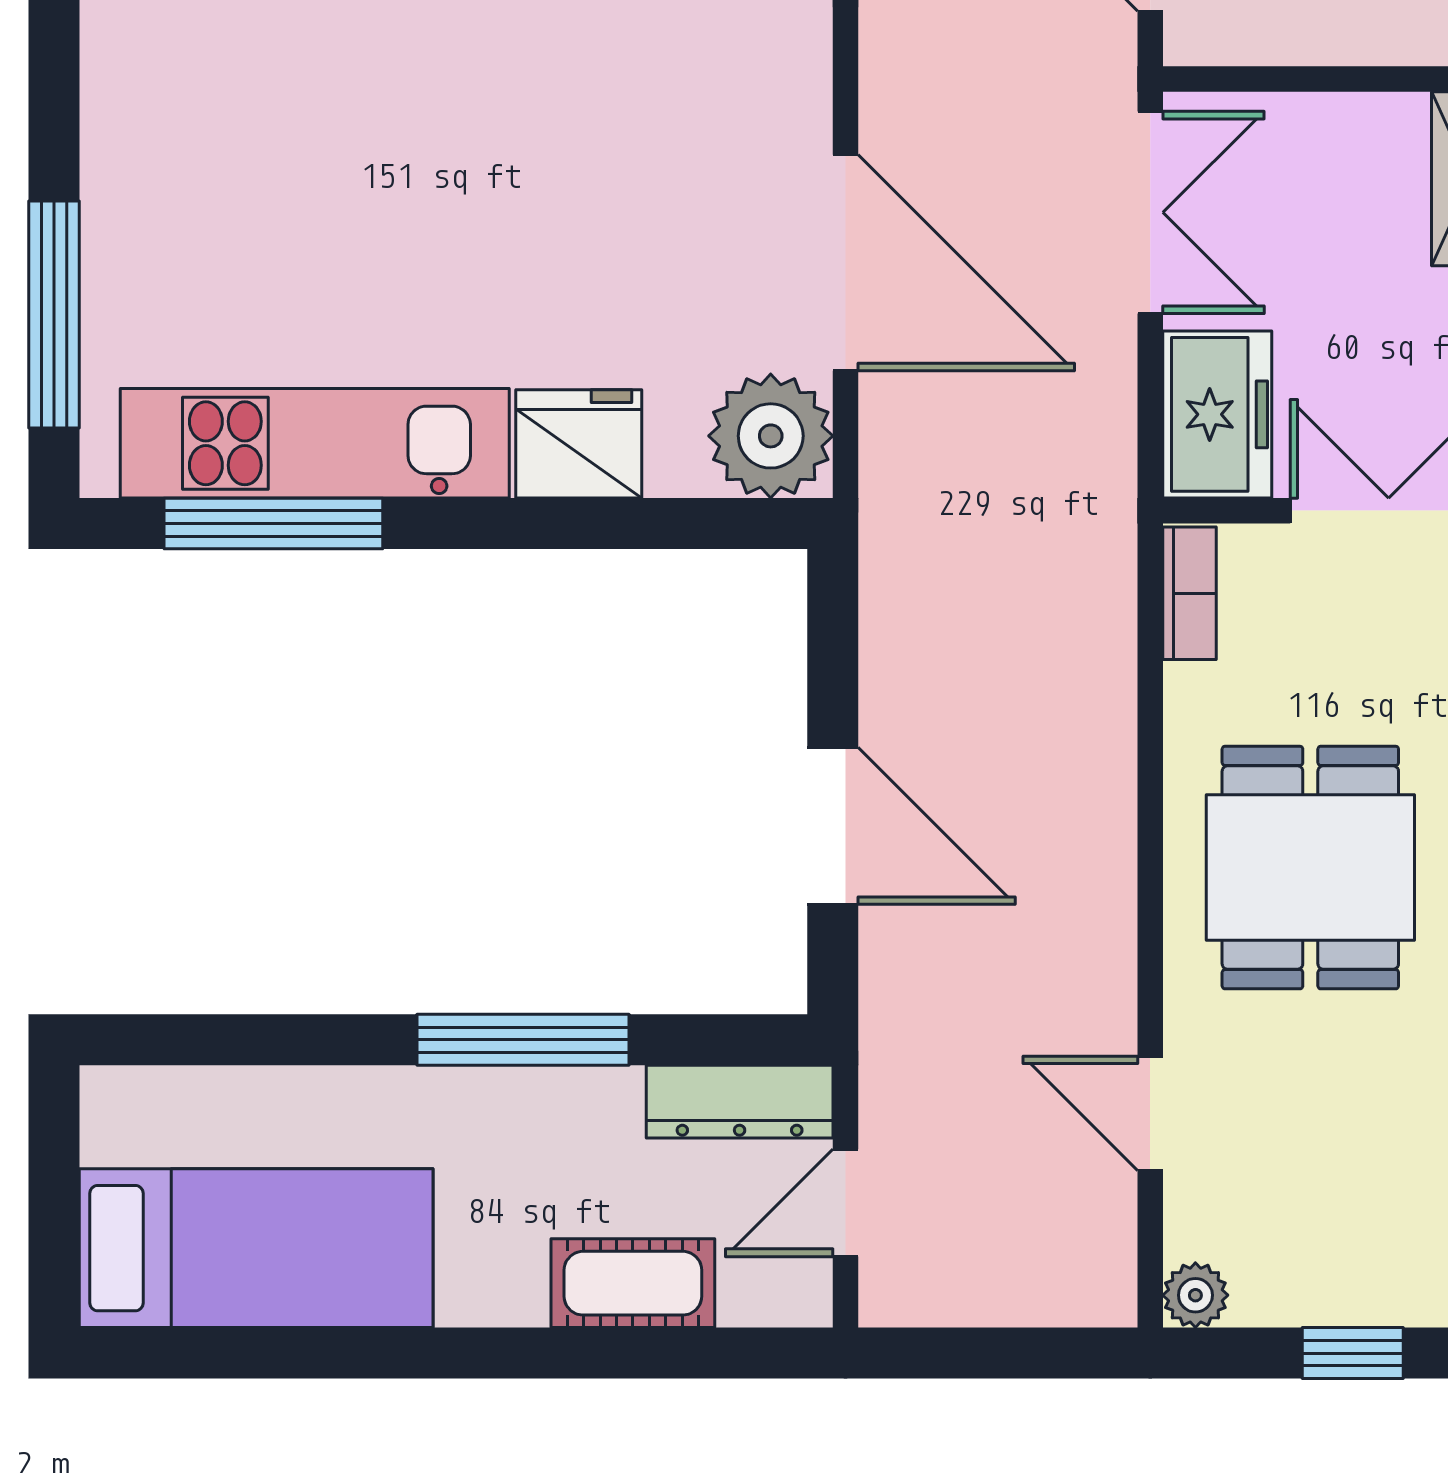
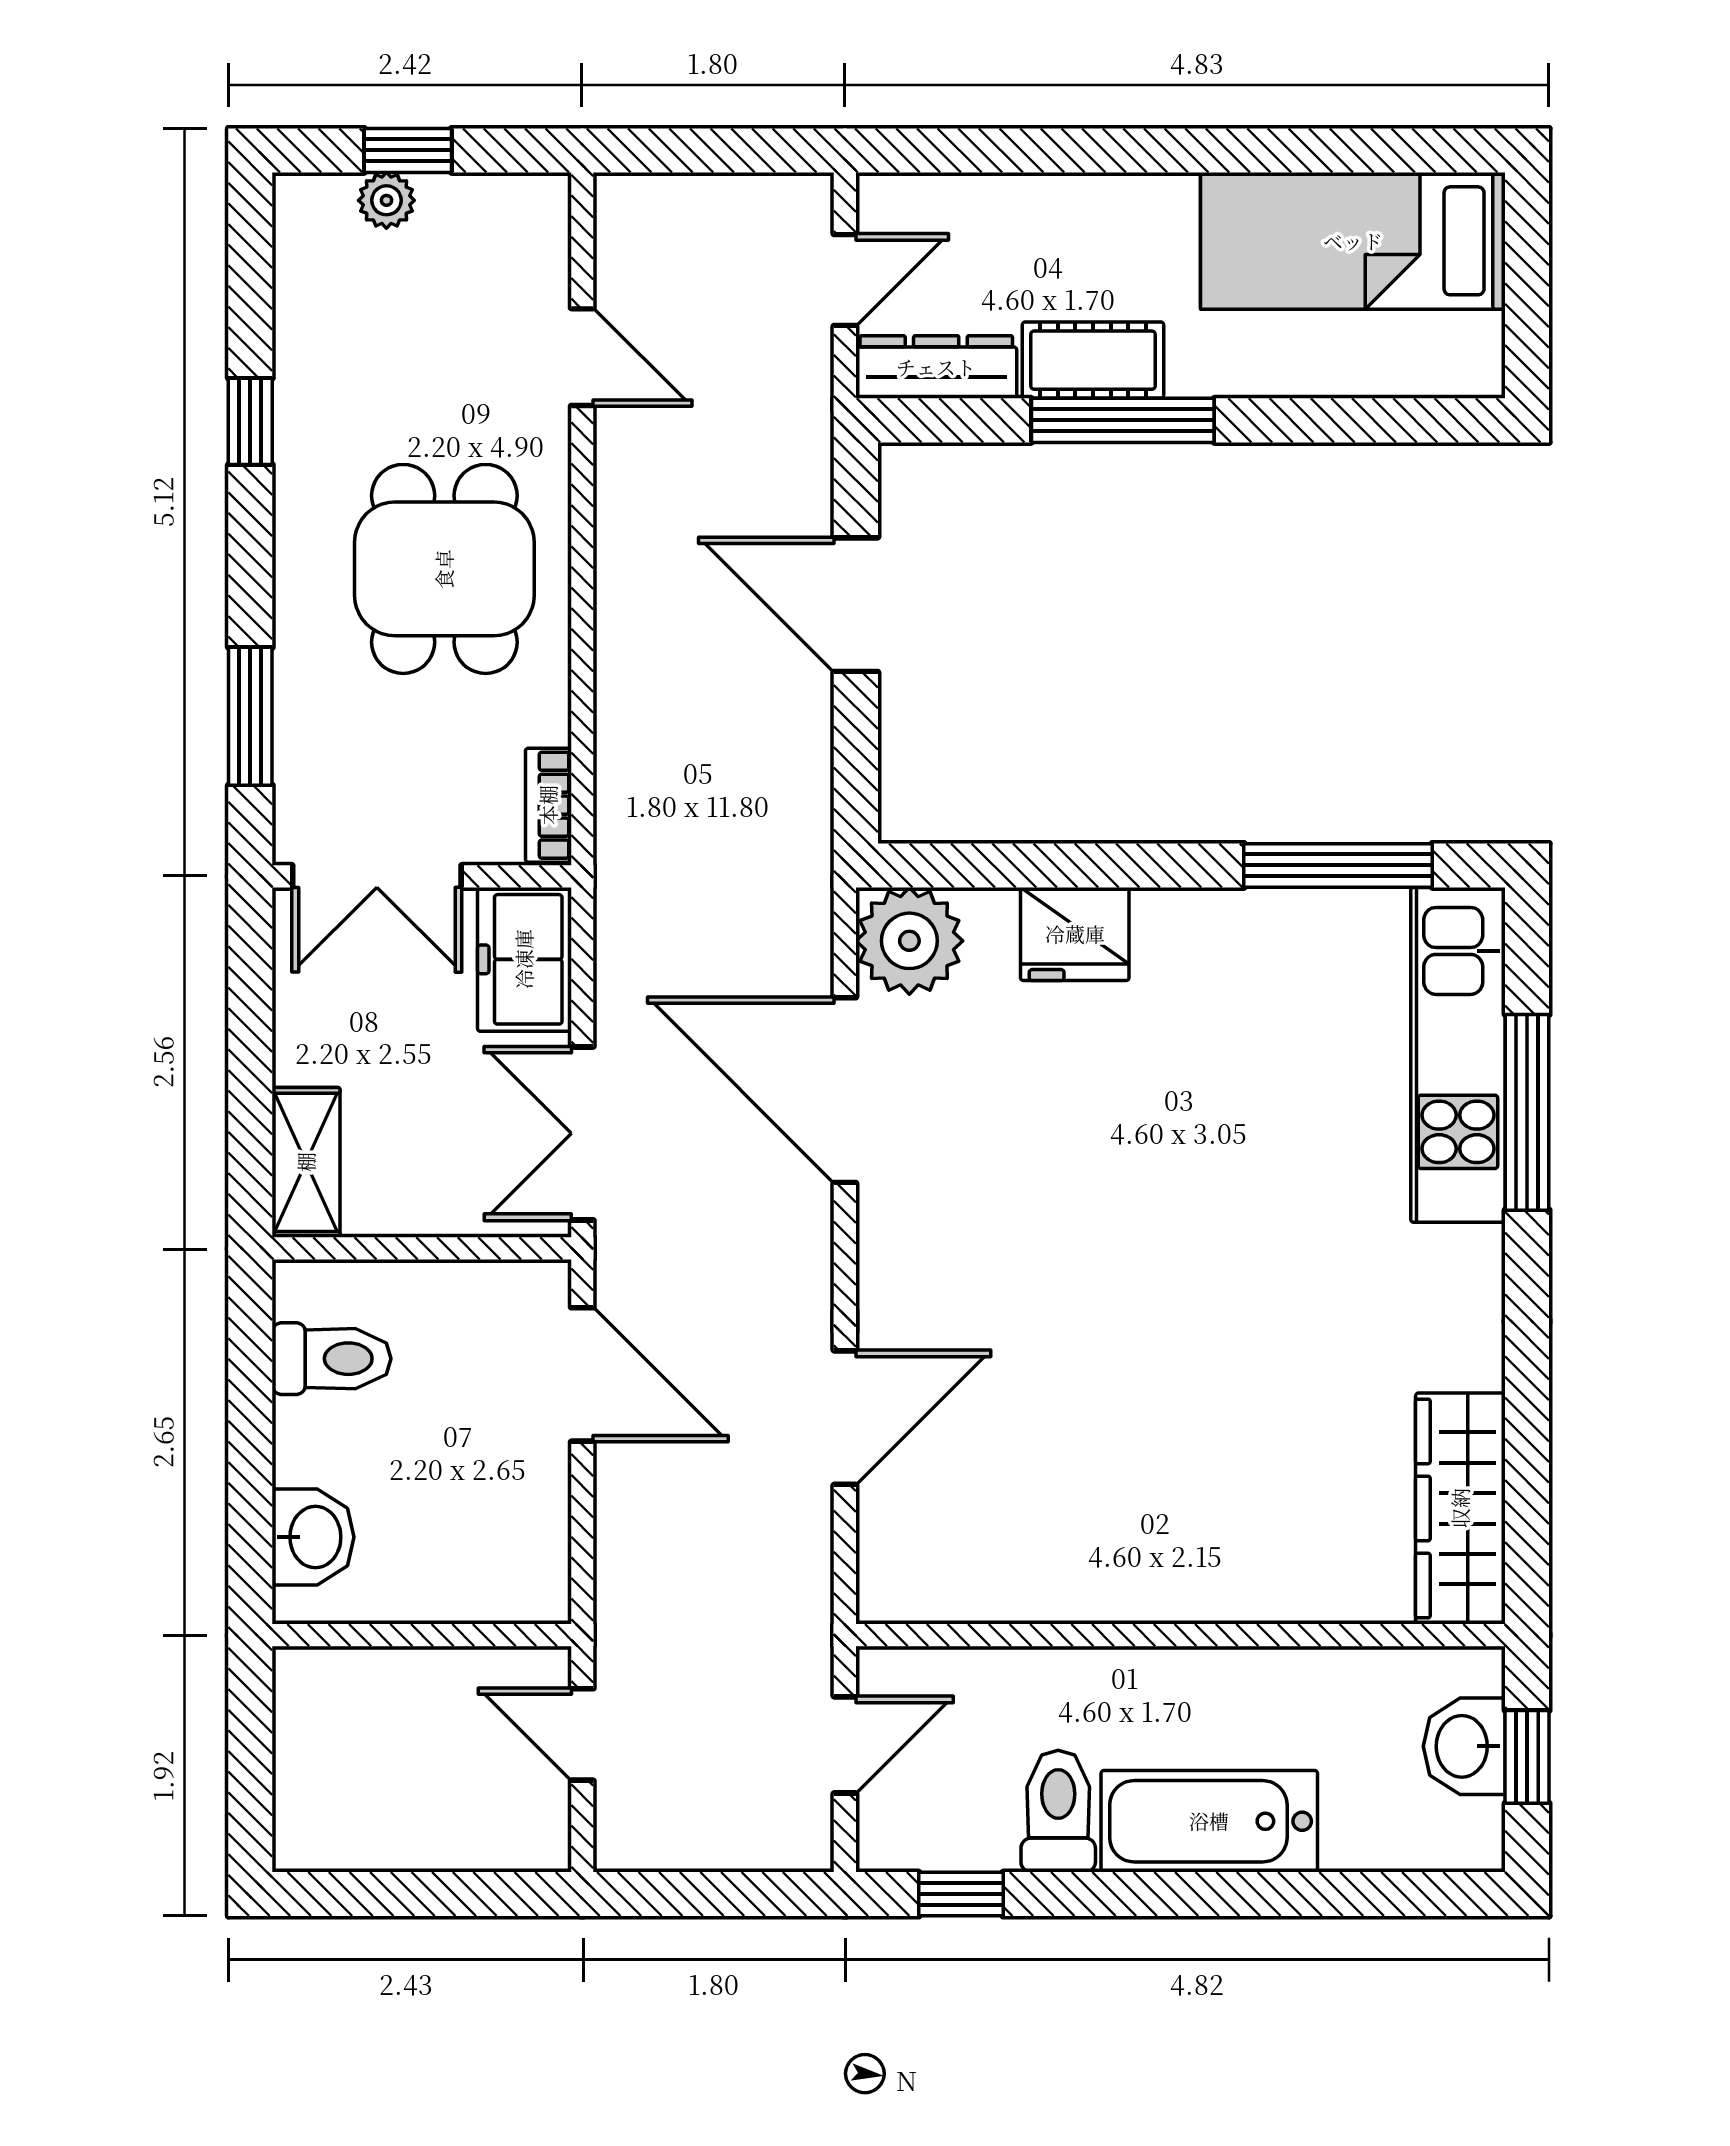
window: (54, 315) -> (1527, 1112), moved
kitchen unit: (315, 443) -> (1458, 1055), moved, turned 90
cot: (633, 1283) -> (1093, 360), moved
plant: (1195, 1295) -> (386, 200), moved

